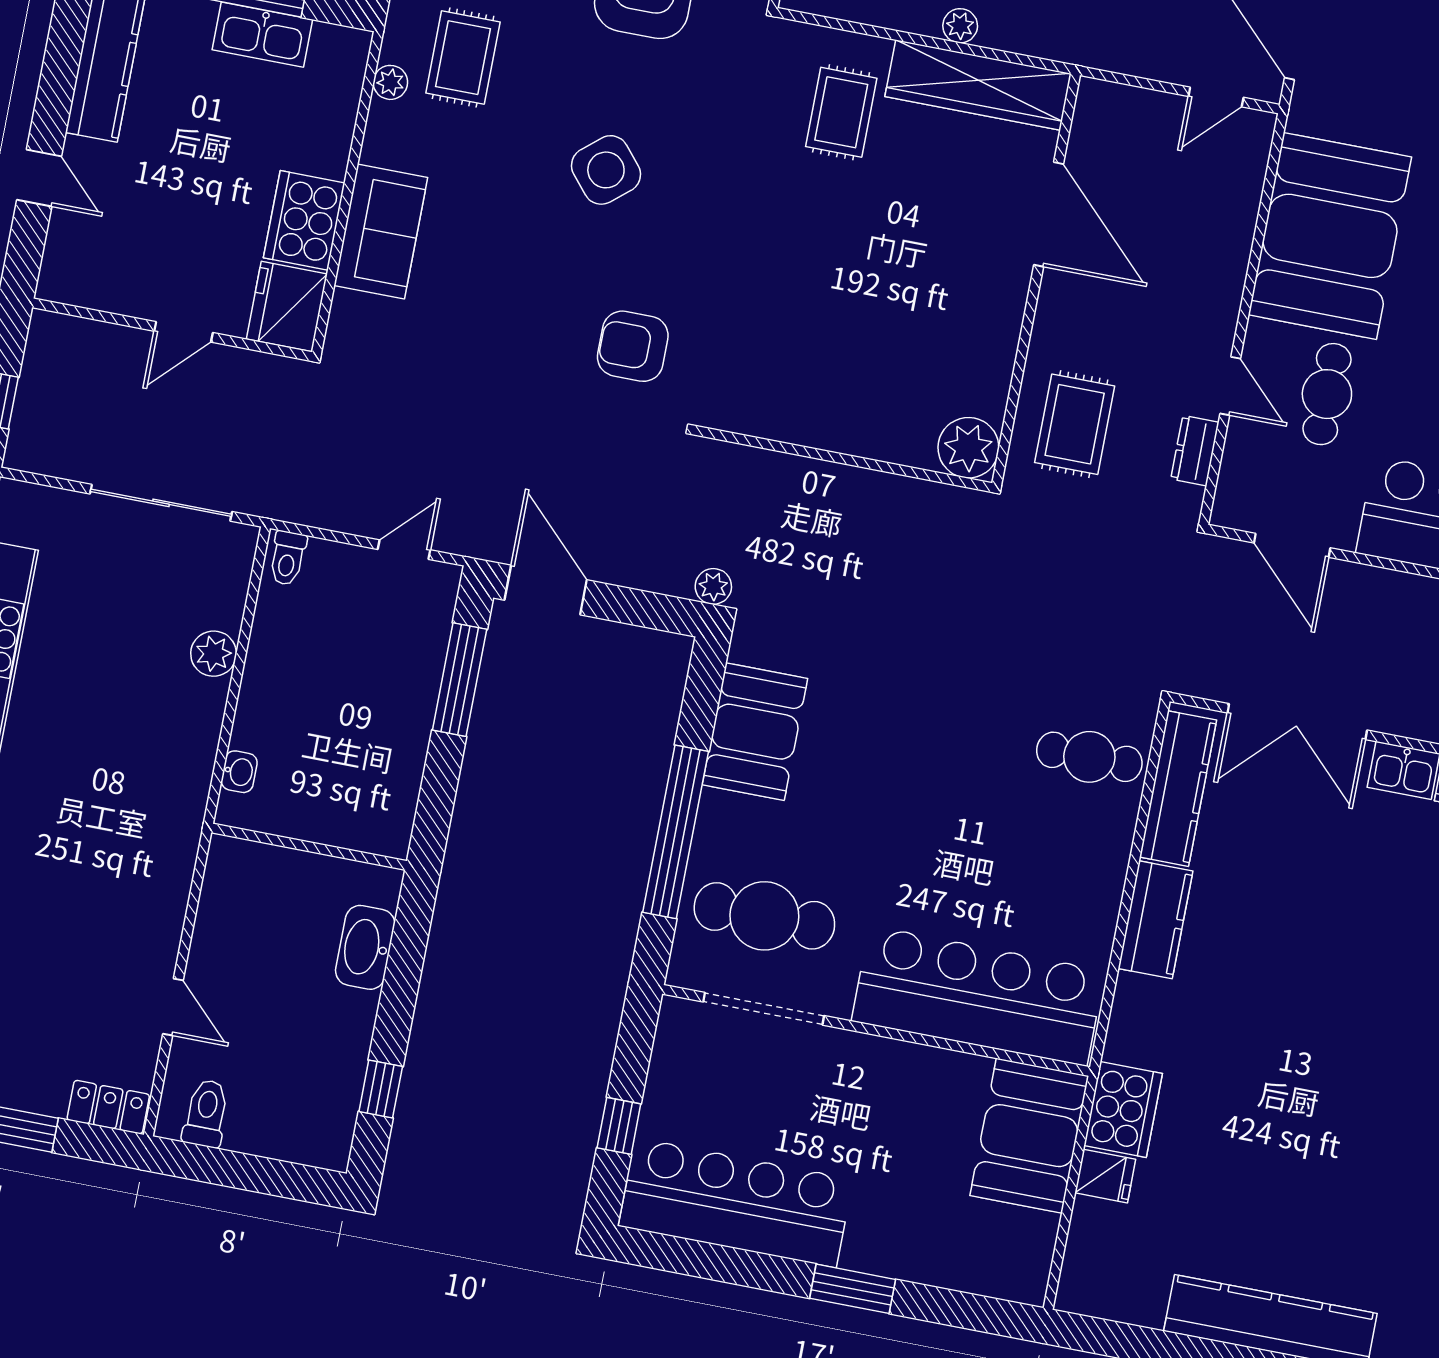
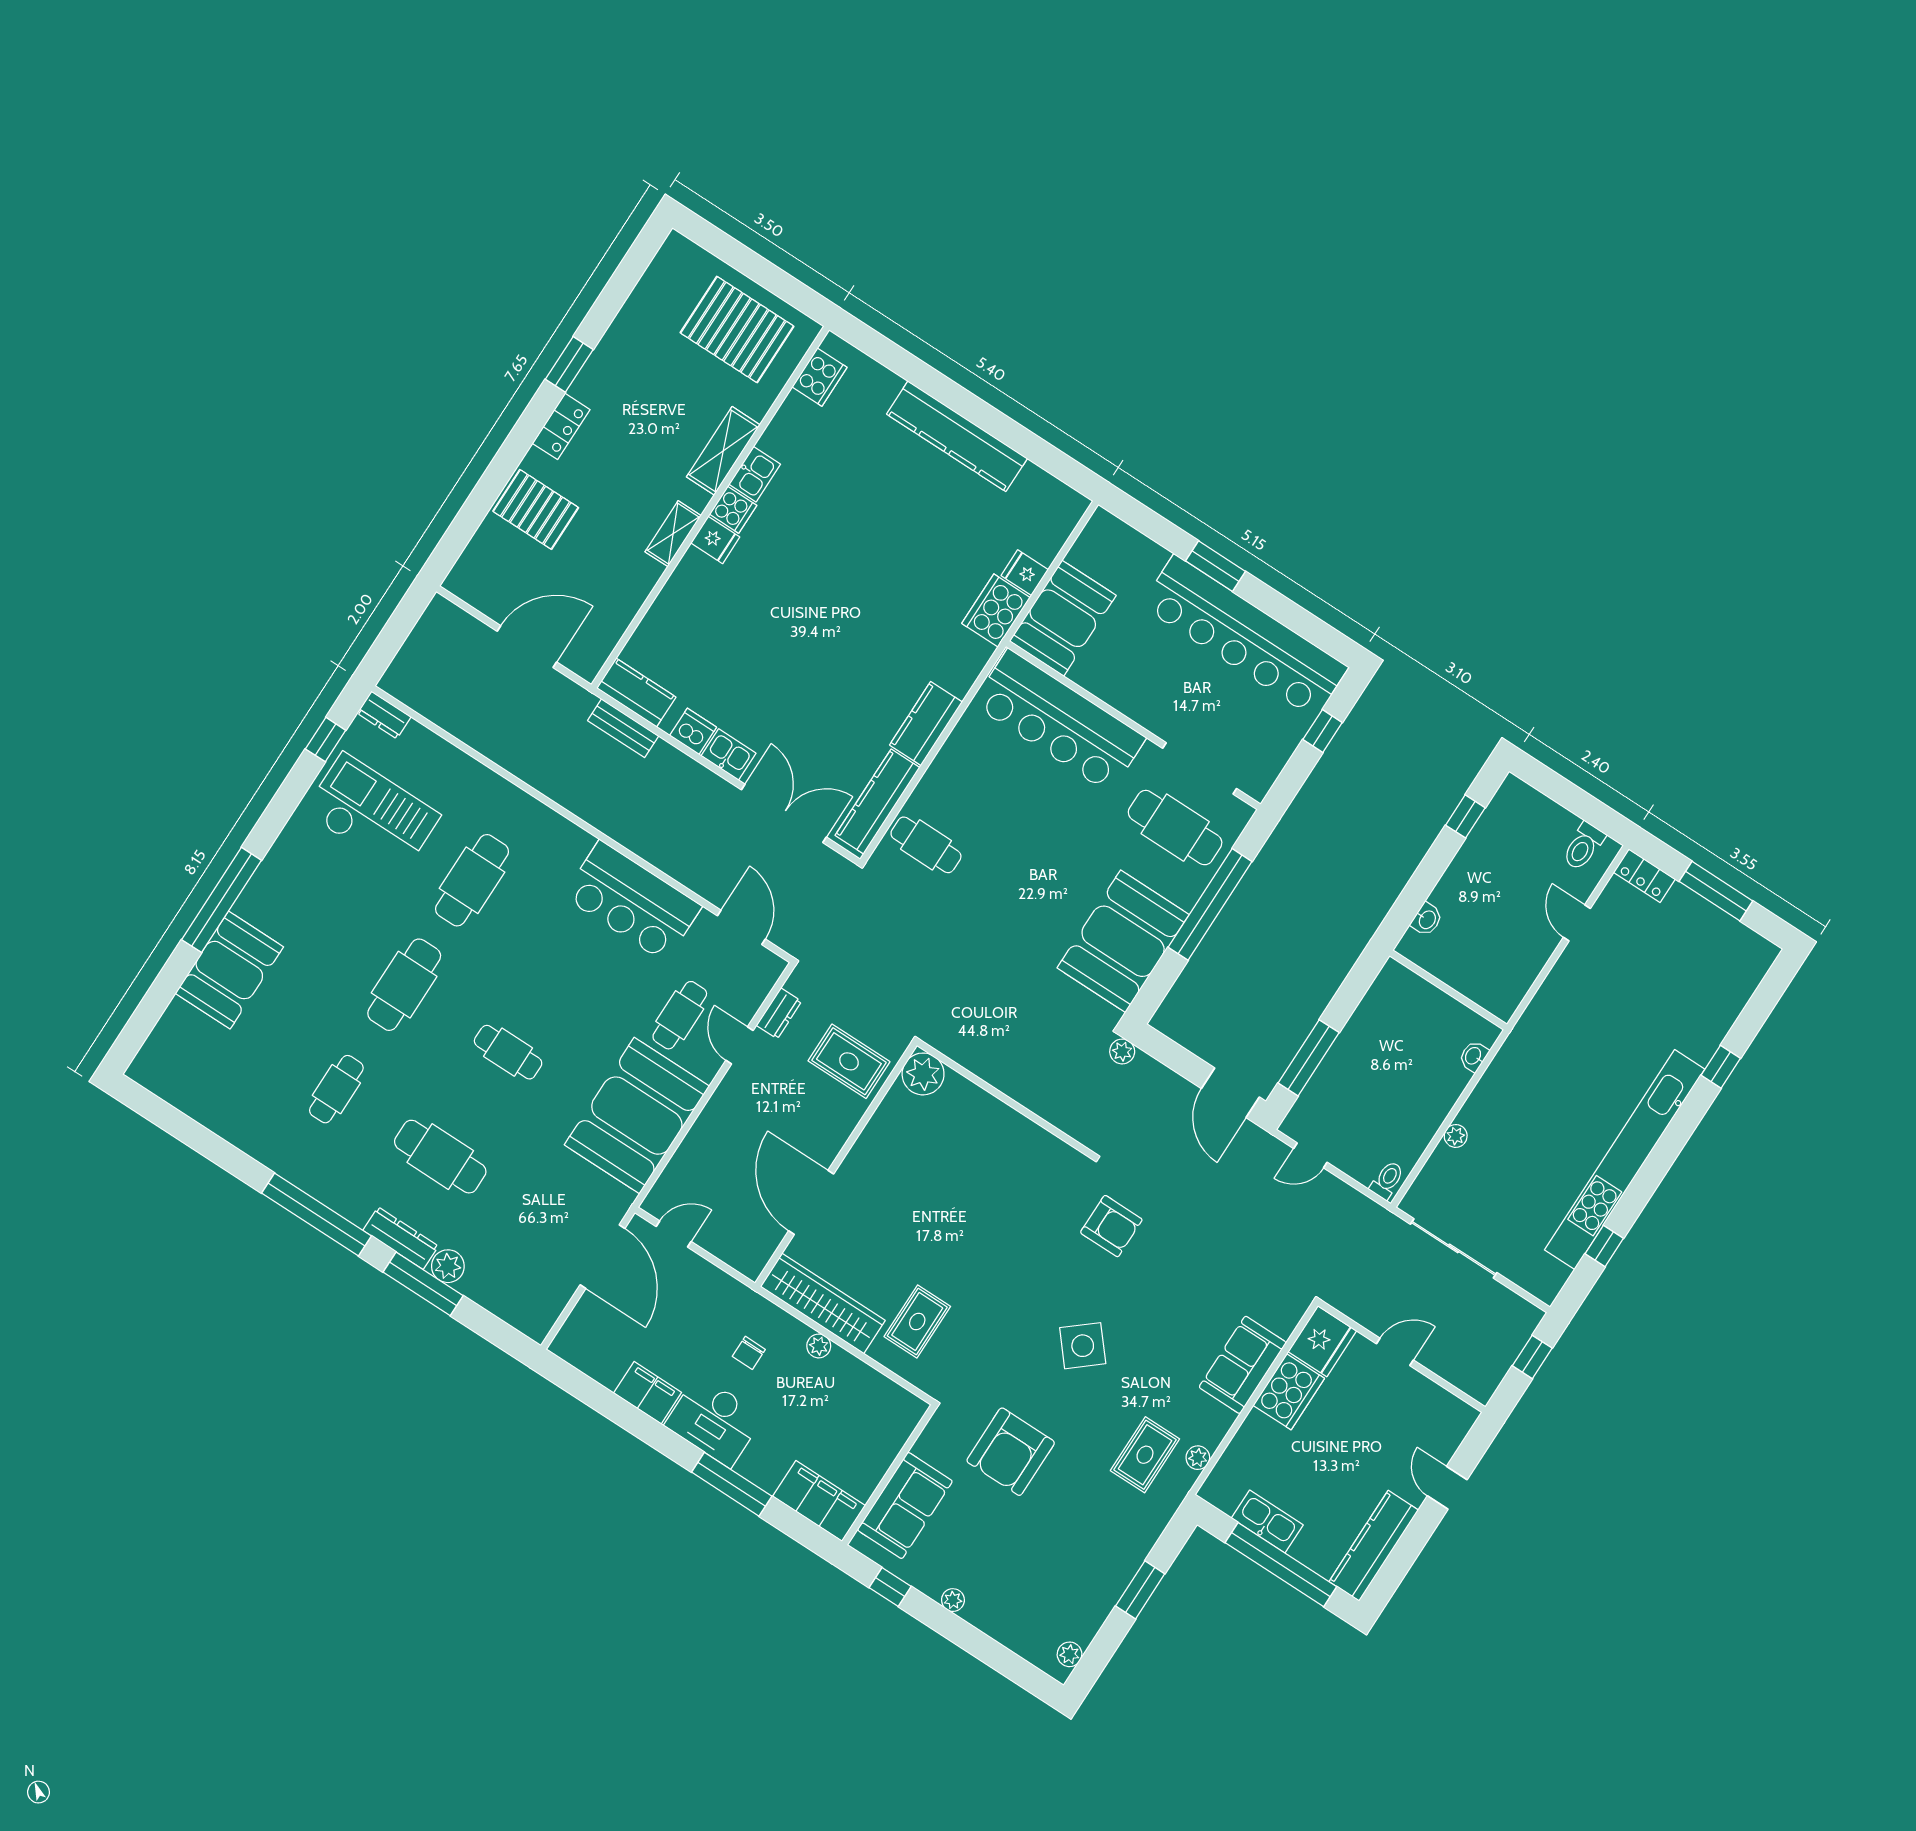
rug: (1075, 424) -> (849, 1061), turned 90
plant: (214, 654) -> (1456, 1136), width x0.73, depth x0.73
booth: (755, 732) -> (1123, 941), width x1.36, depth x1.42
washbasin: (365, 947) -> (1427, 919), width x0.52, depth x0.69
bar counter: (736, 1203) -> (1245, 636), width x1.36

